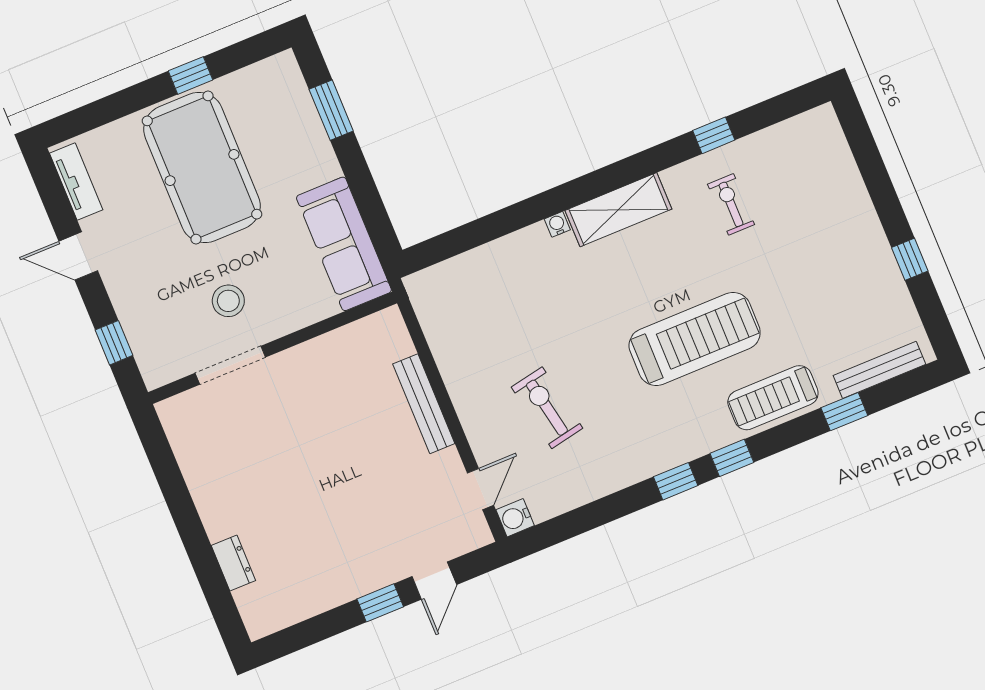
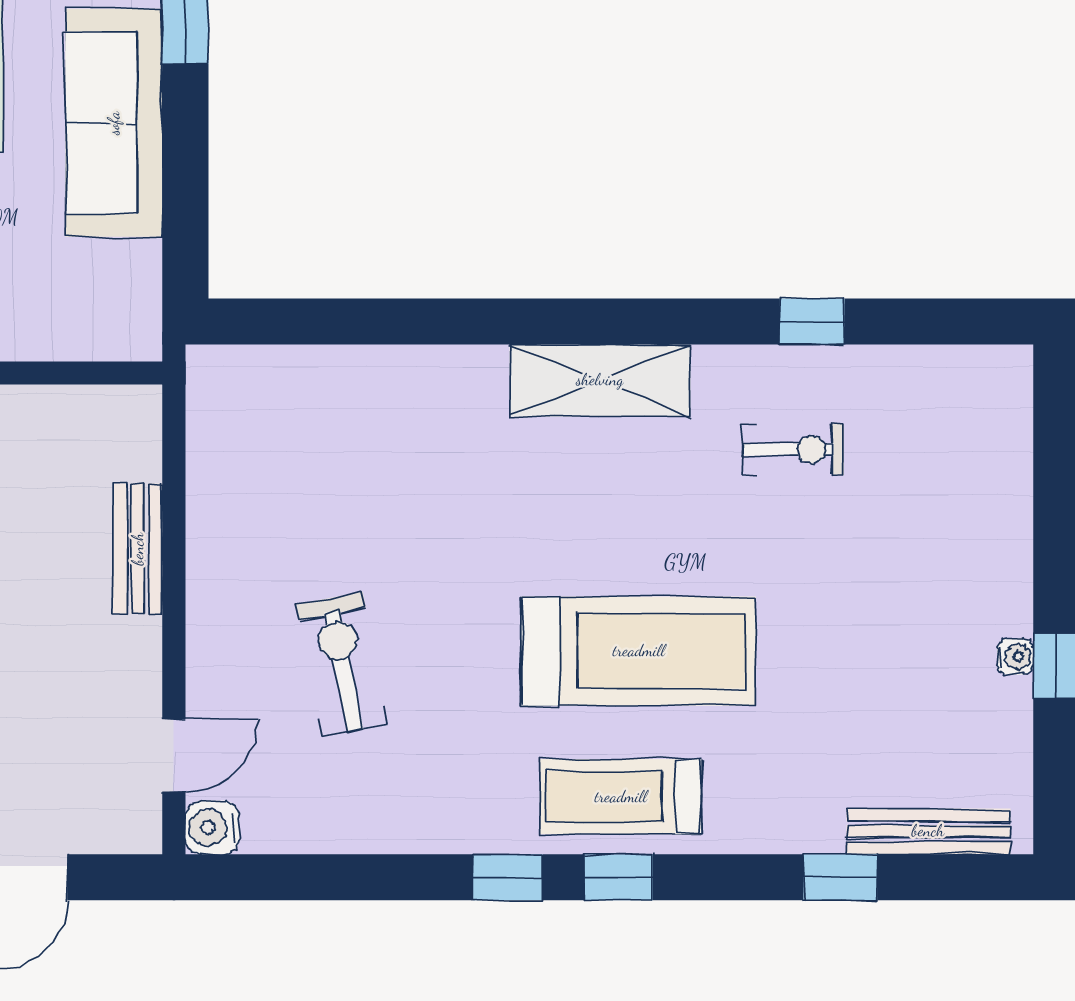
exercise bike: (731, 204) -> (793, 450), turned 90
water cooler: (557, 224) -> (1015, 656), moved, turned 90
sofa: (344, 244) -> (114, 123), moved
treadmill: (773, 398) -> (621, 797), moved
bench: (424, 404) -> (138, 549), width x0.73

